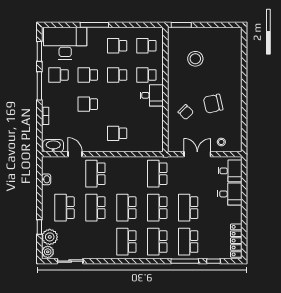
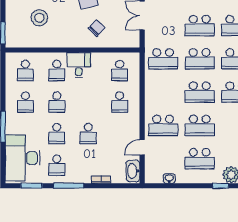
school desk: (146, 133) -> (120, 71), added

